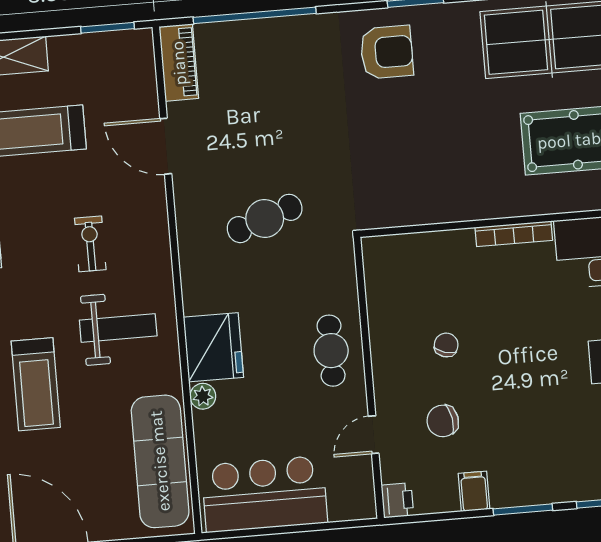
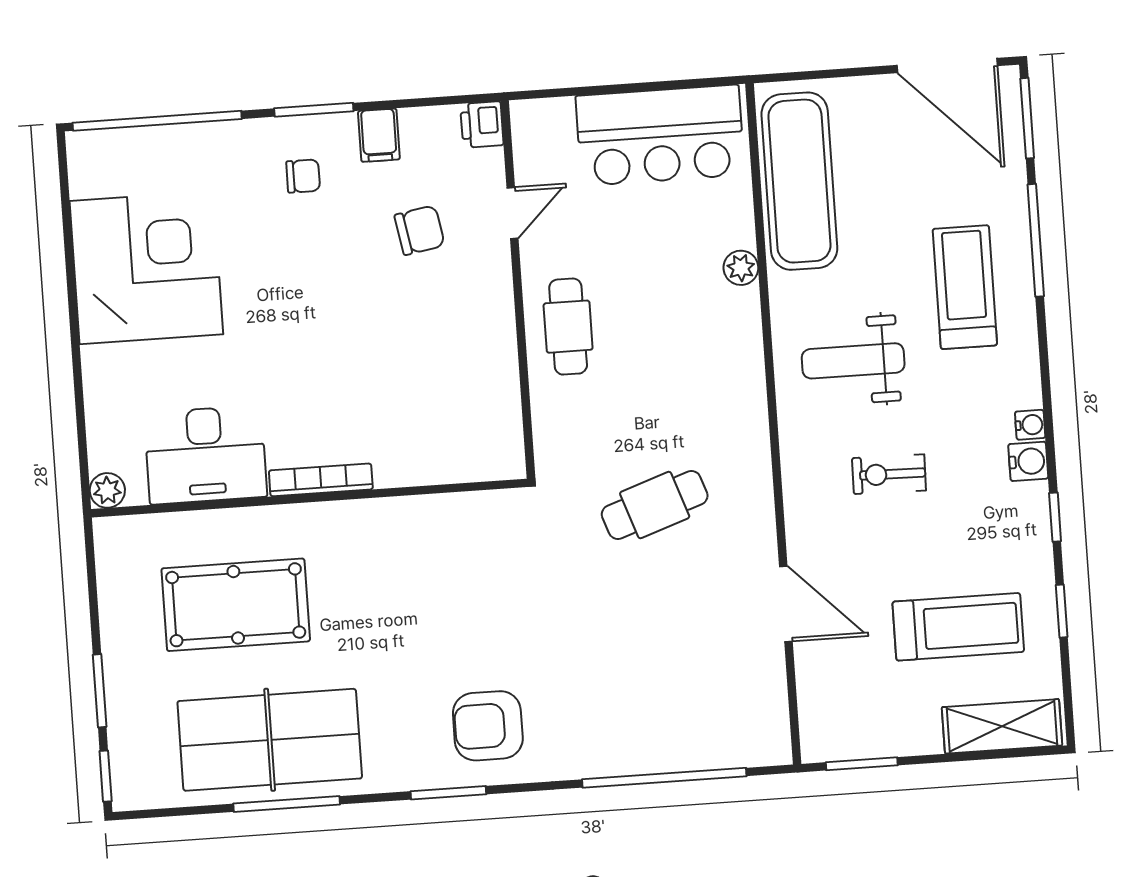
piano: (179, 63) -> (767, 716), removed
exercise bike: (90, 244) -> (889, 474), turned 91
chair: (446, 345) -> (303, 176), moved, turned -107
fridge: (213, 347) -> (726, 333), removed

